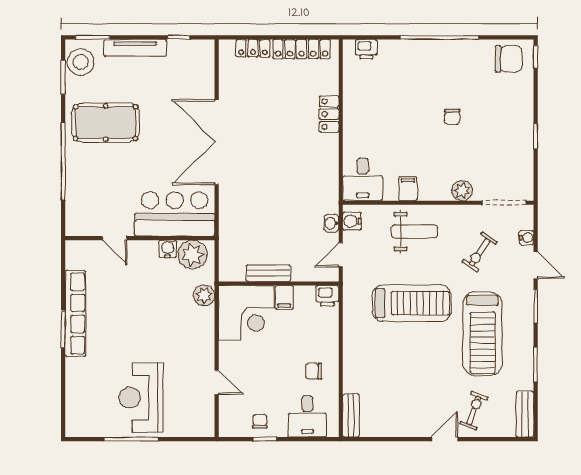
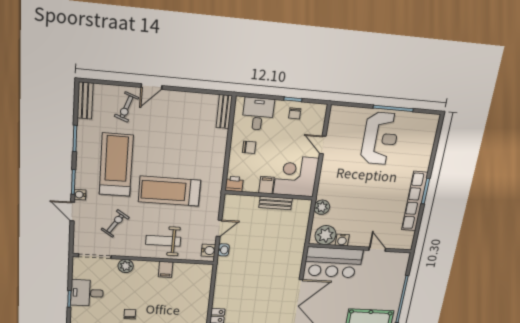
desk: (363, 179) -> (87, 293), moved, turned -90
water cooler: (527, 238) -> (80, 195), moved
bench: (268, 273) -> (276, 203), moved
wall: (279, 284) -> (269, 195), moved
printer: (327, 296) -> (234, 184), moved
filing cabinet: (284, 297) -> (266, 185), moved
corner desk: (246, 313) -> (296, 176), moved

